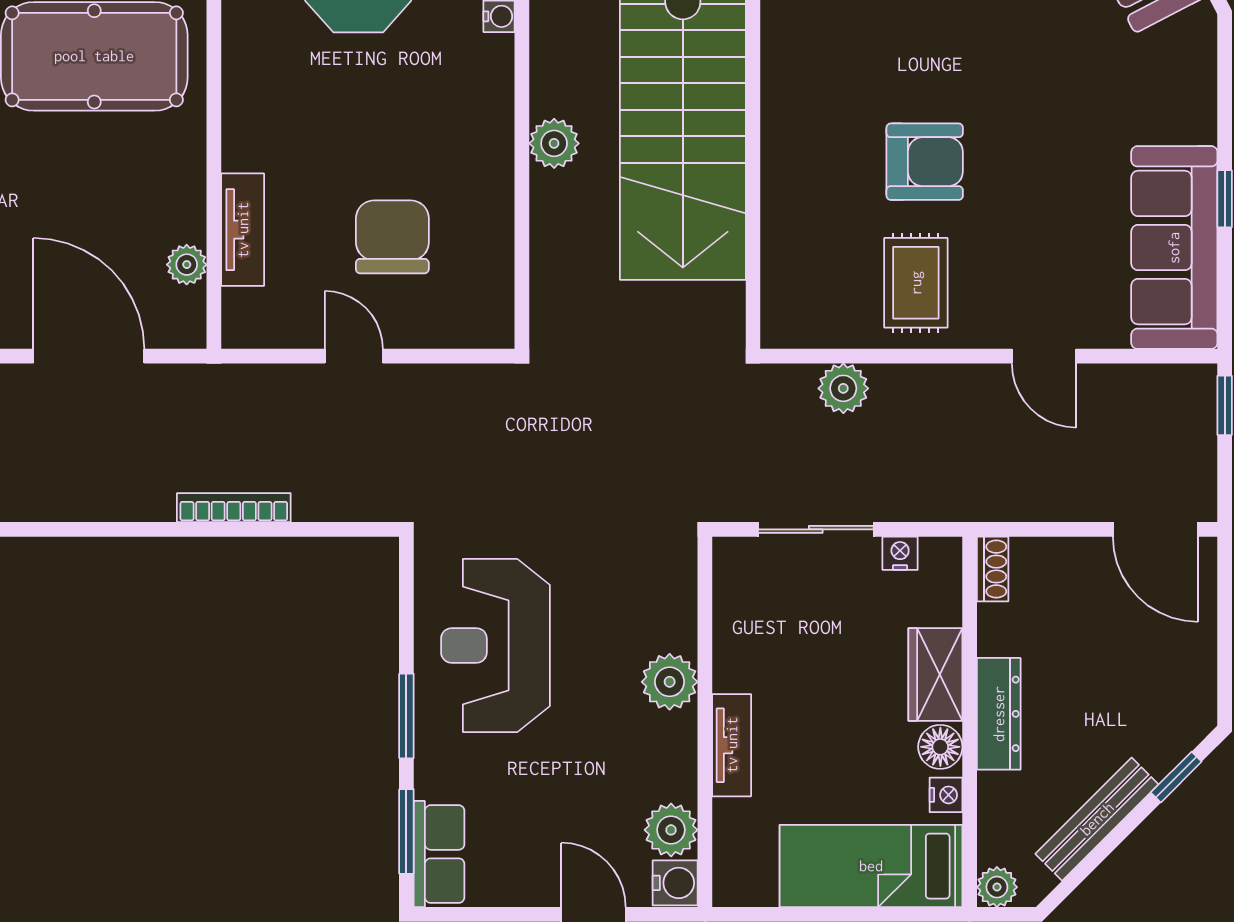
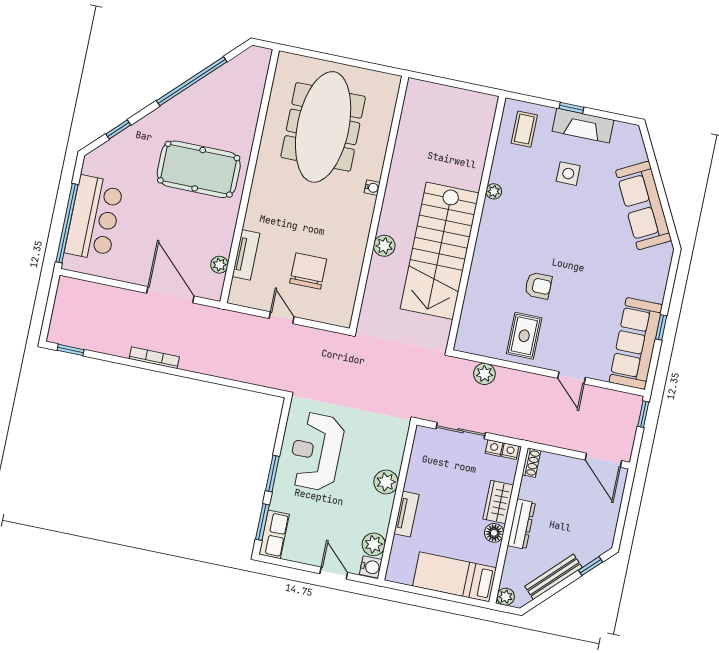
armchair: (925, 162) -> (538, 286), width x0.72, depth x0.72
bookcase: (234, 508) -> (154, 358), moved
nightstand: (946, 795) -> (510, 451), moved, turned -90

